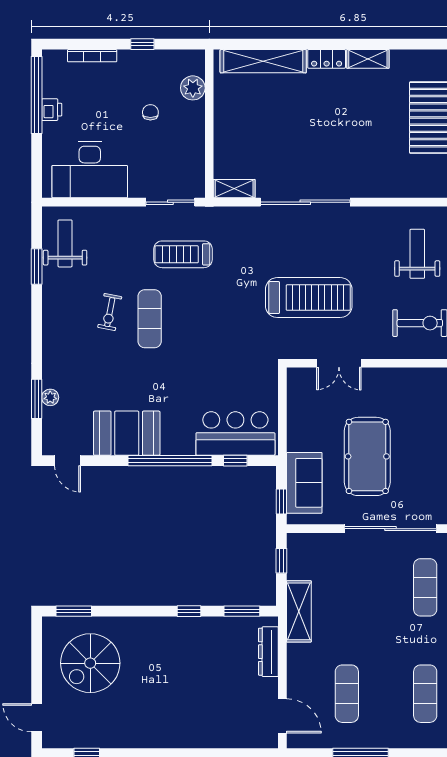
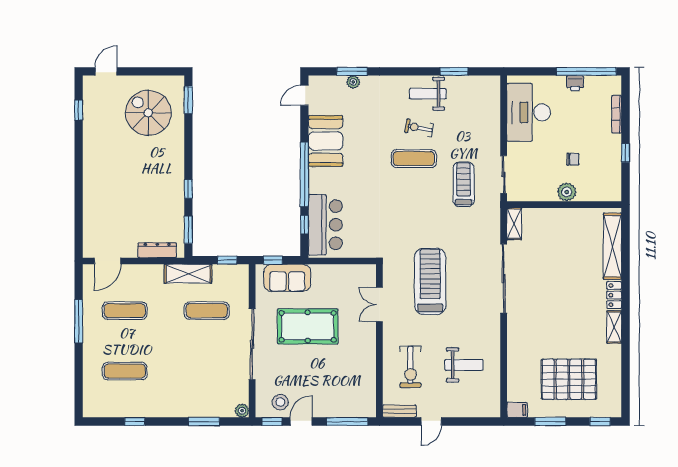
plant: (193, 88) -> (567, 192), moved
weight bench: (65, 243) -> (428, 94), moved, turned 180
treadmill: (309, 298) -> (430, 281), turned 180
exercise mat: (425, 587) -> (207, 311), moved

